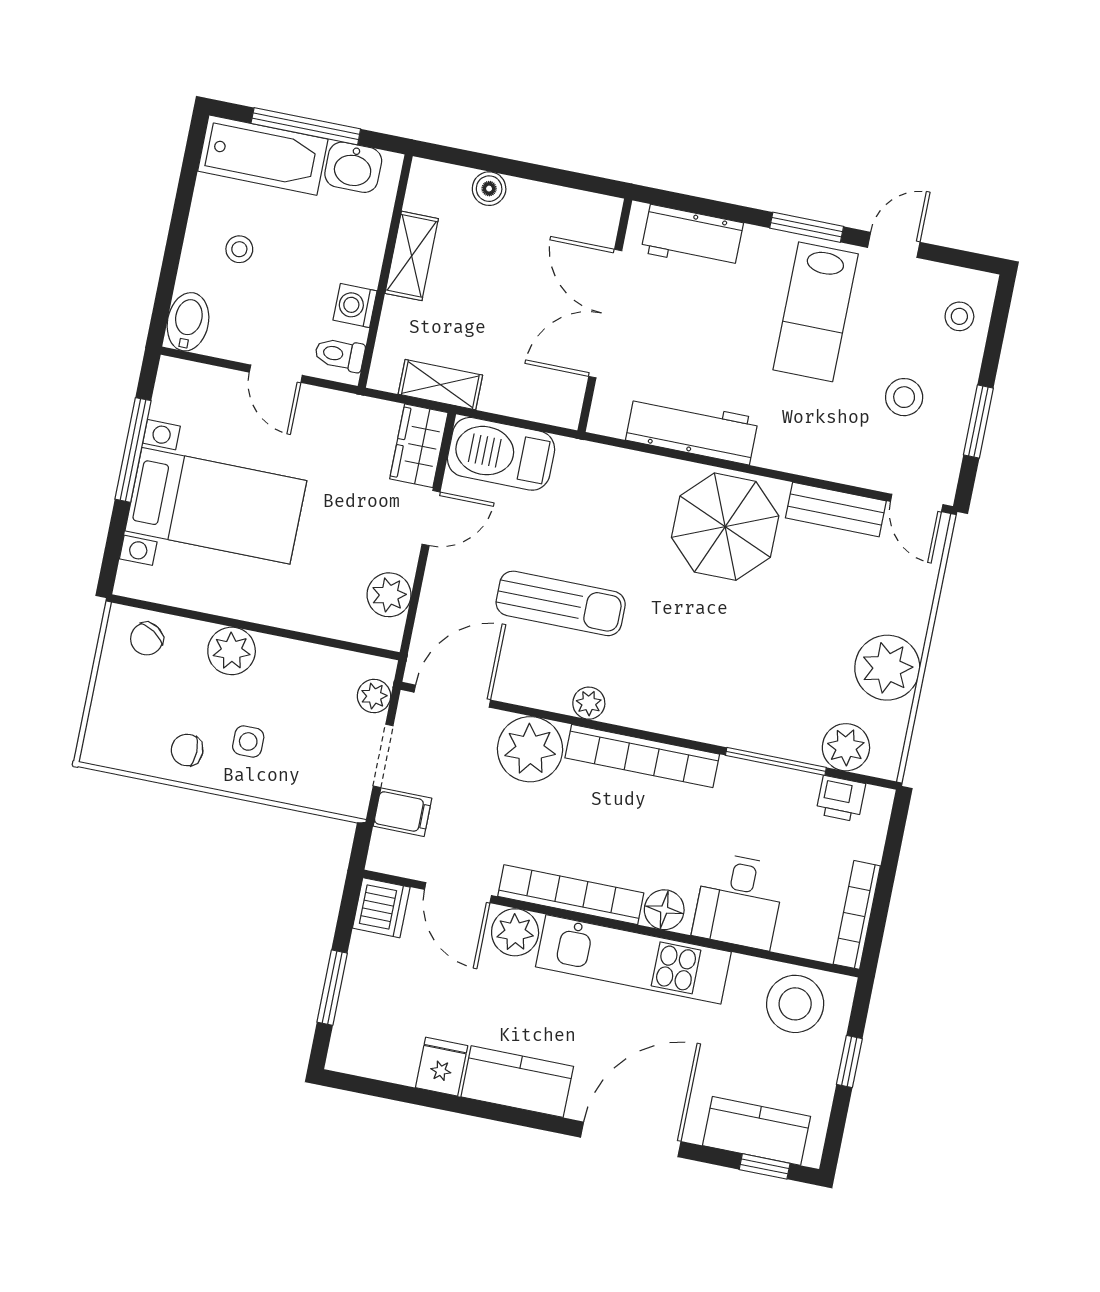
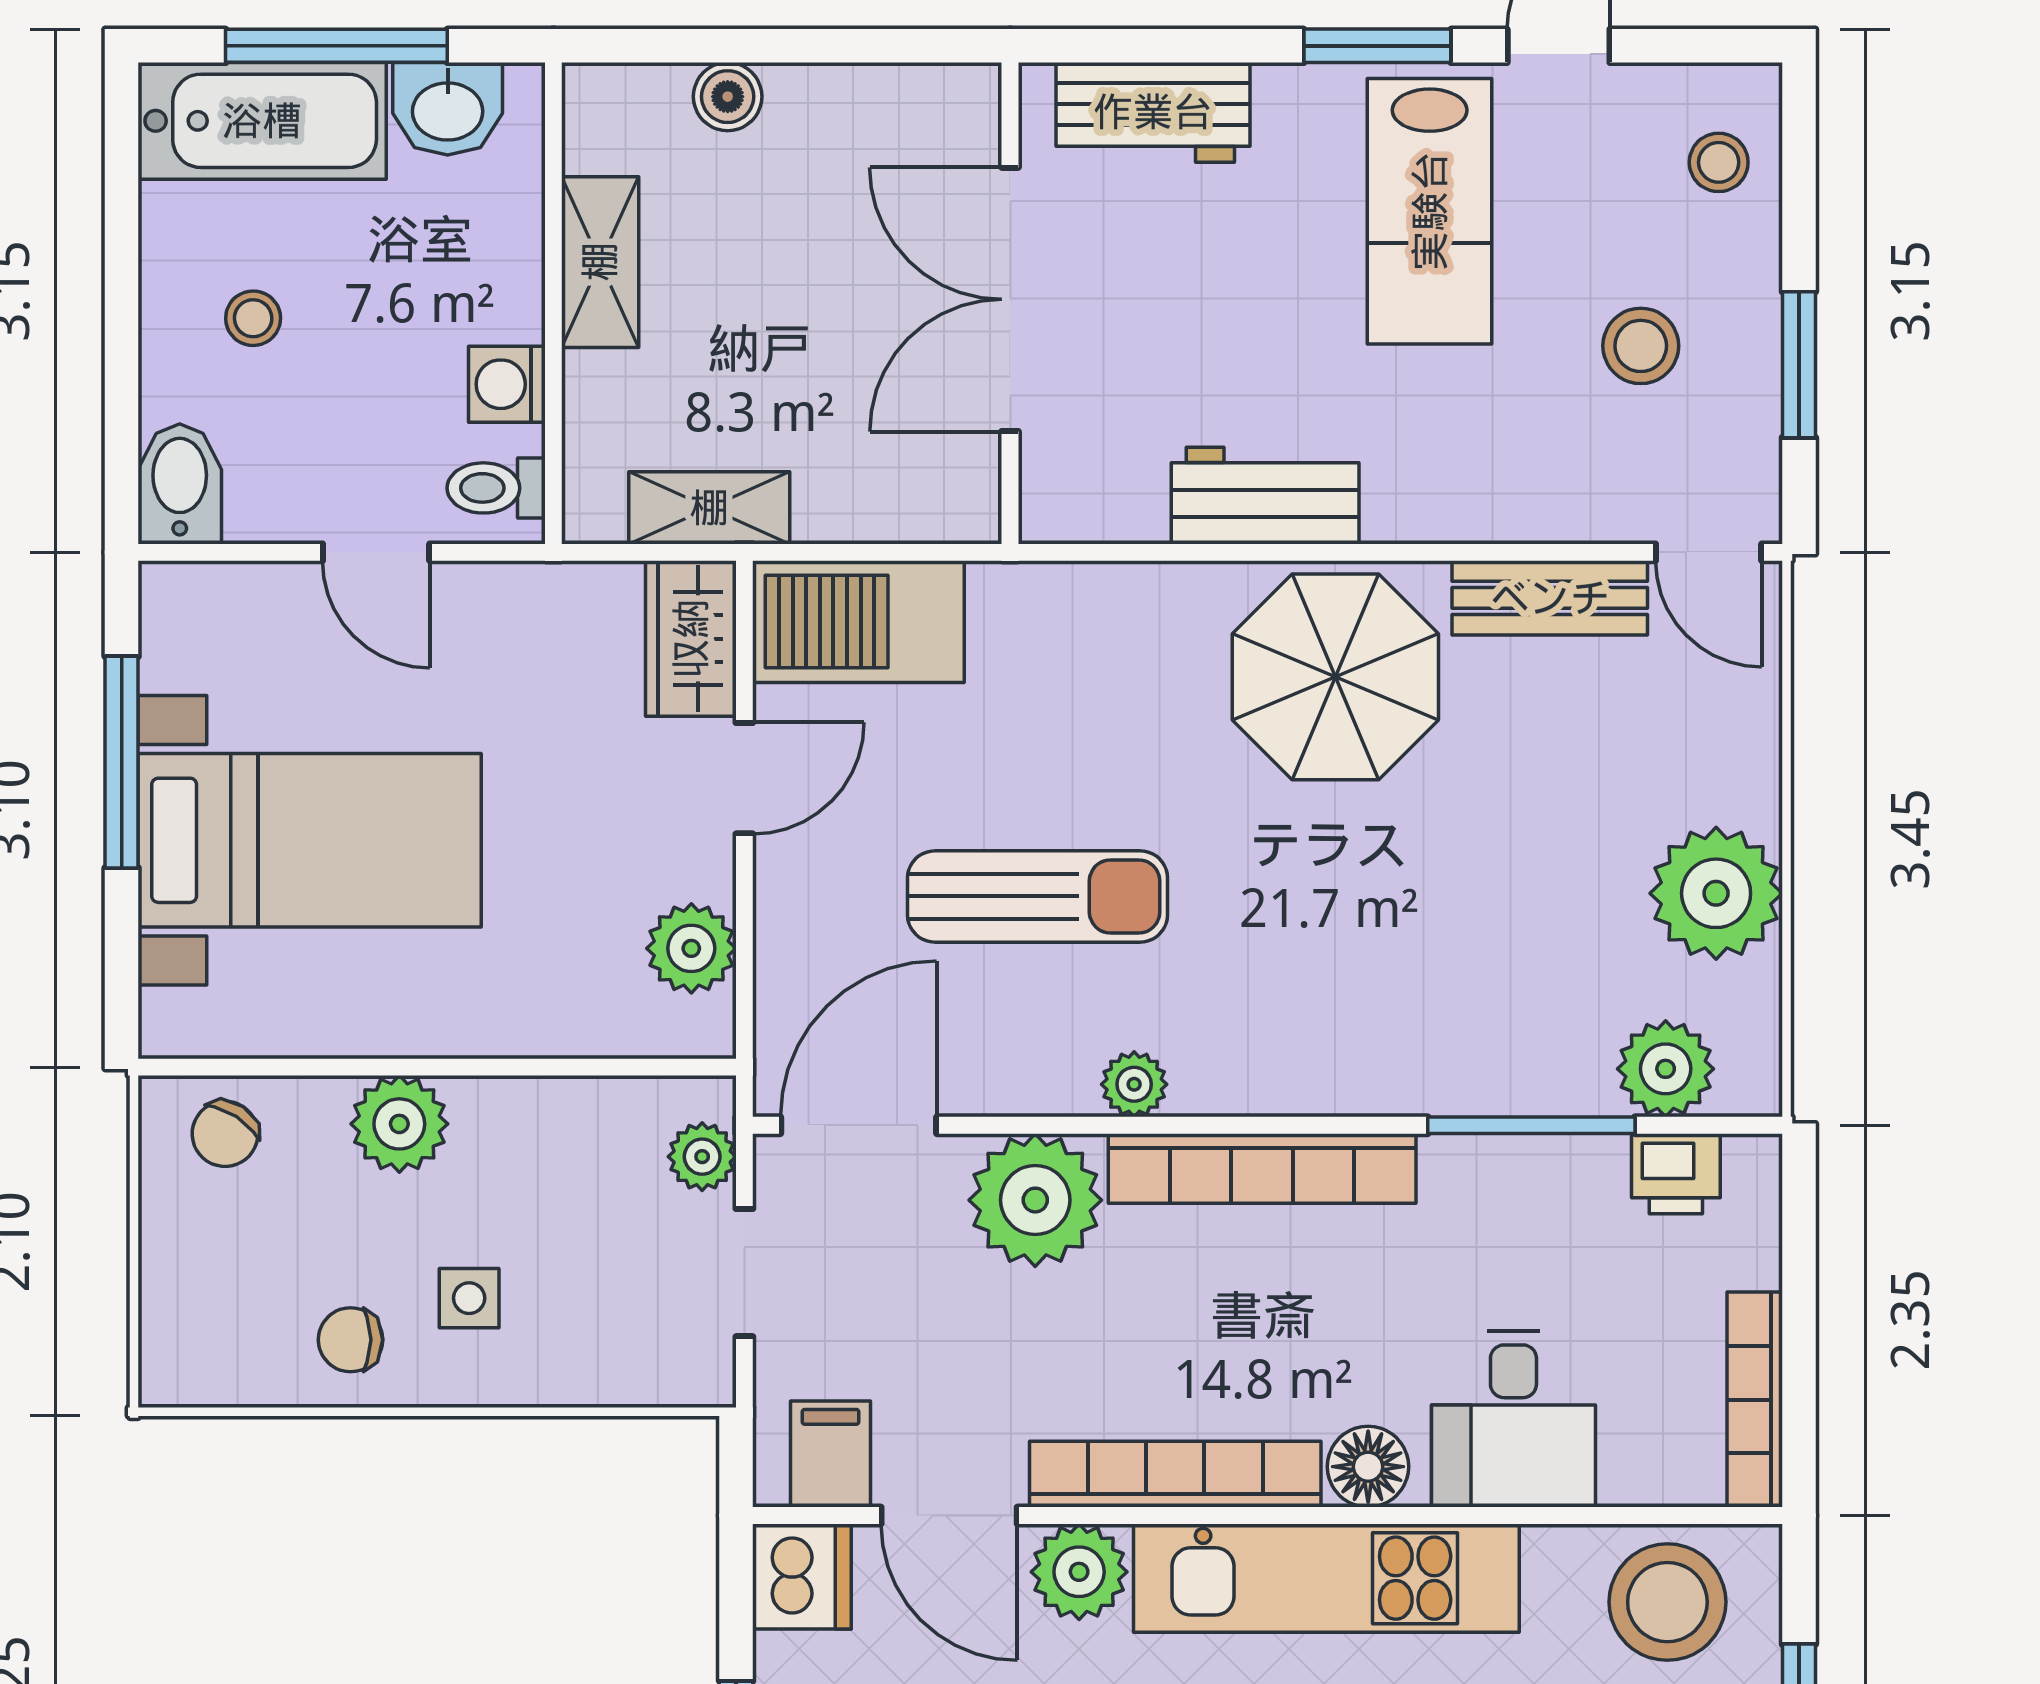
workbench: (692, 429) -> (1265, 496), width x0.73
filing cabinet: (402, 812) -> (831, 1454), moved, turned -90

